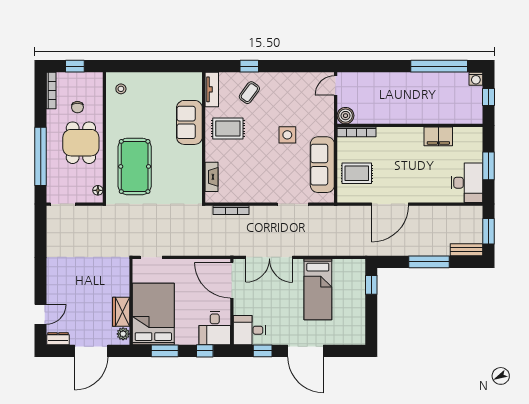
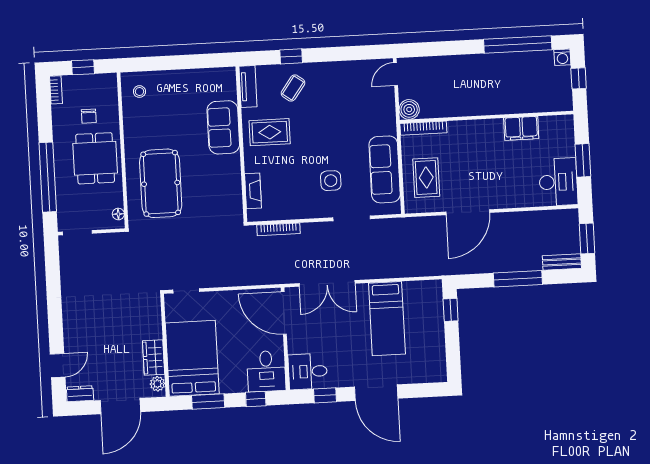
bookcase: (51, 90) -> (56, 90), width x0.64
side table: (287, 135) -> (331, 181), moved
rug: (357, 173) -> (426, 178), turned 90

